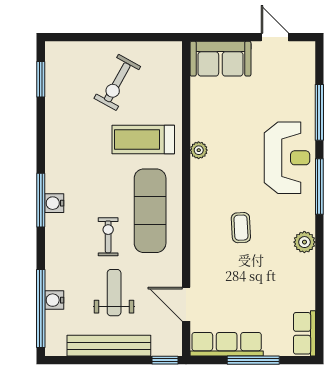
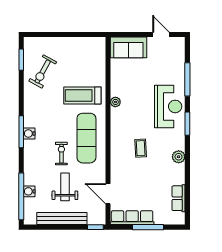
exercise bike: (117, 82) -> (43, 71), moved
window: (319, 186) -> (187, 124), width x0.69
row of seats: (304, 333) -> (179, 198), moved

